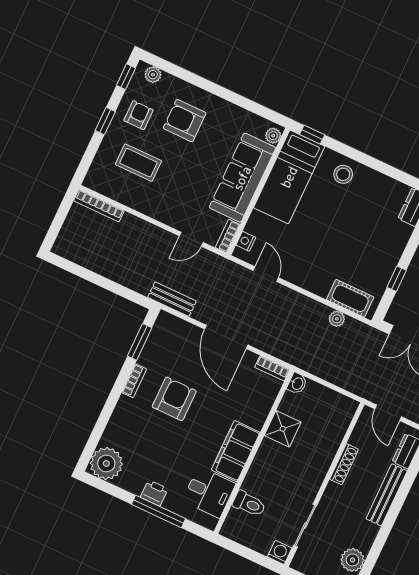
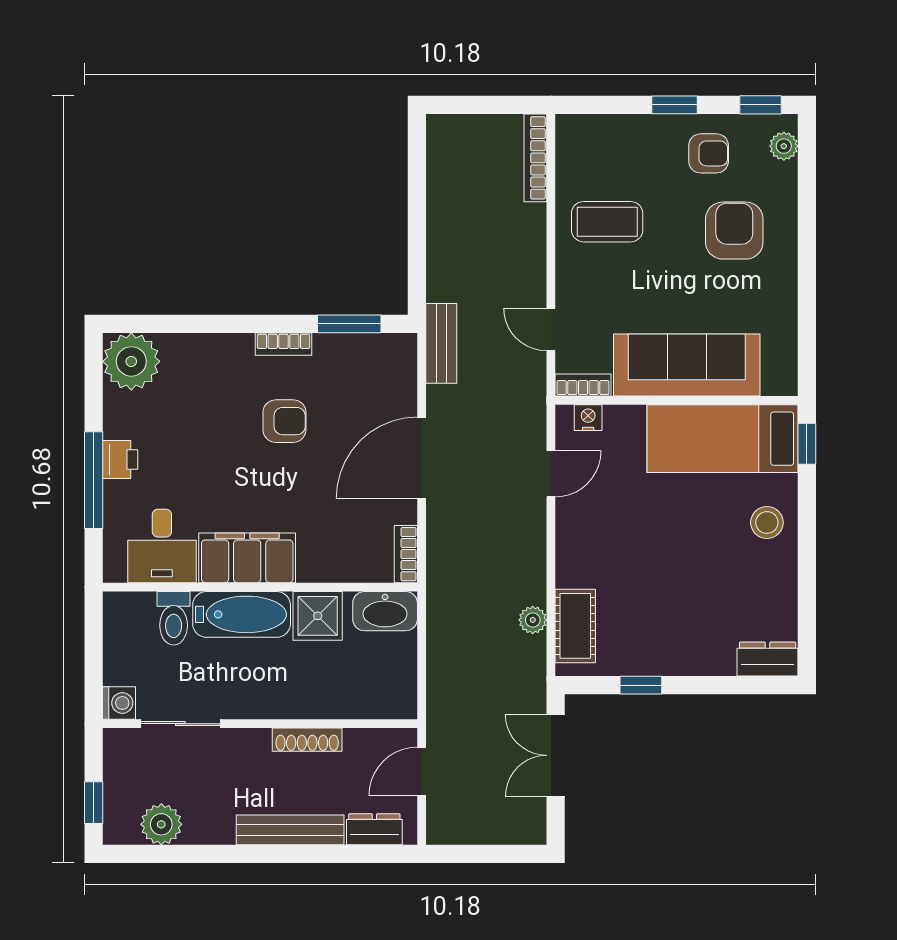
plant: (273, 136) -> (776, 382), removed
coffee table: (138, 163) -> (607, 222), moved, turned 90
washbasin: (297, 383) -> (385, 611), width x1.91, depth x1.45
armchair: (174, 399) -> (284, 421), width x0.72, depth x0.72
bathtub: (264, 468) -> (242, 614), added

